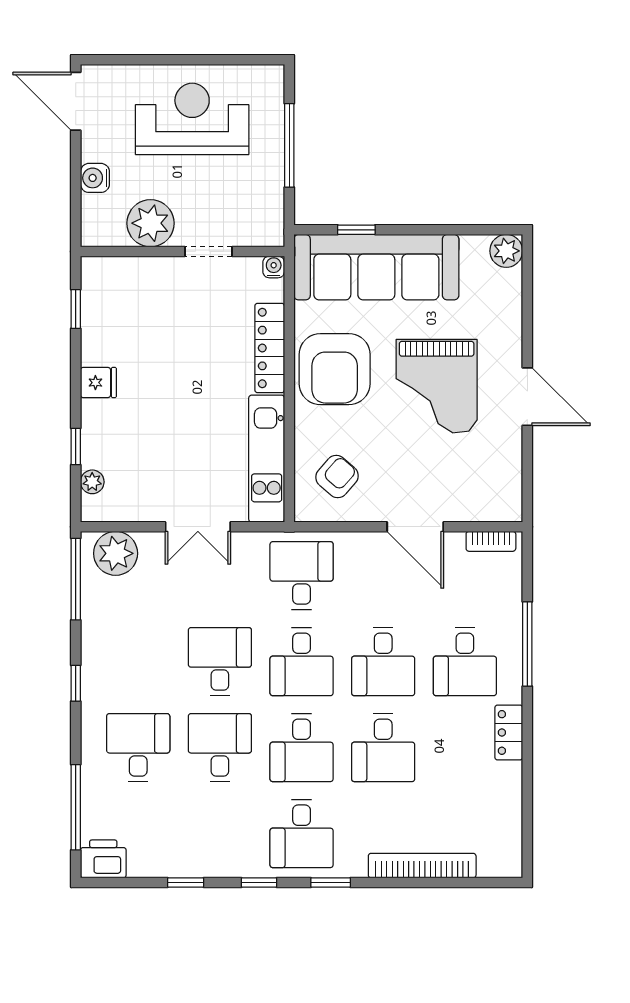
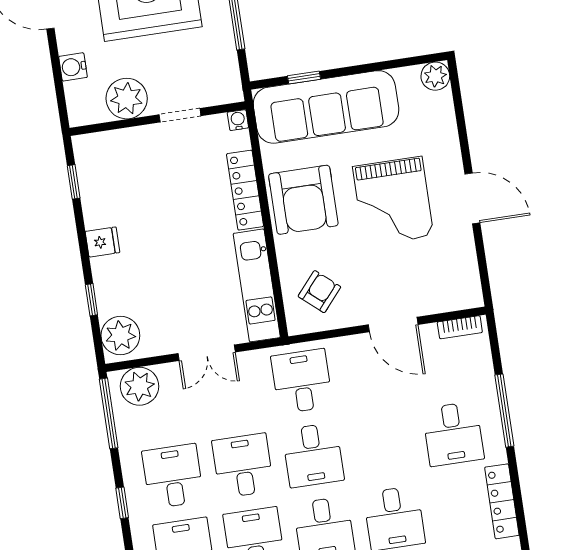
plant: (92, 482) -> (120, 336), width x1.87, depth x1.87
desk: (383, 662) -> (173, 476), moved, turned 180
locker: (509, 732) -> (502, 501), width x1.53

